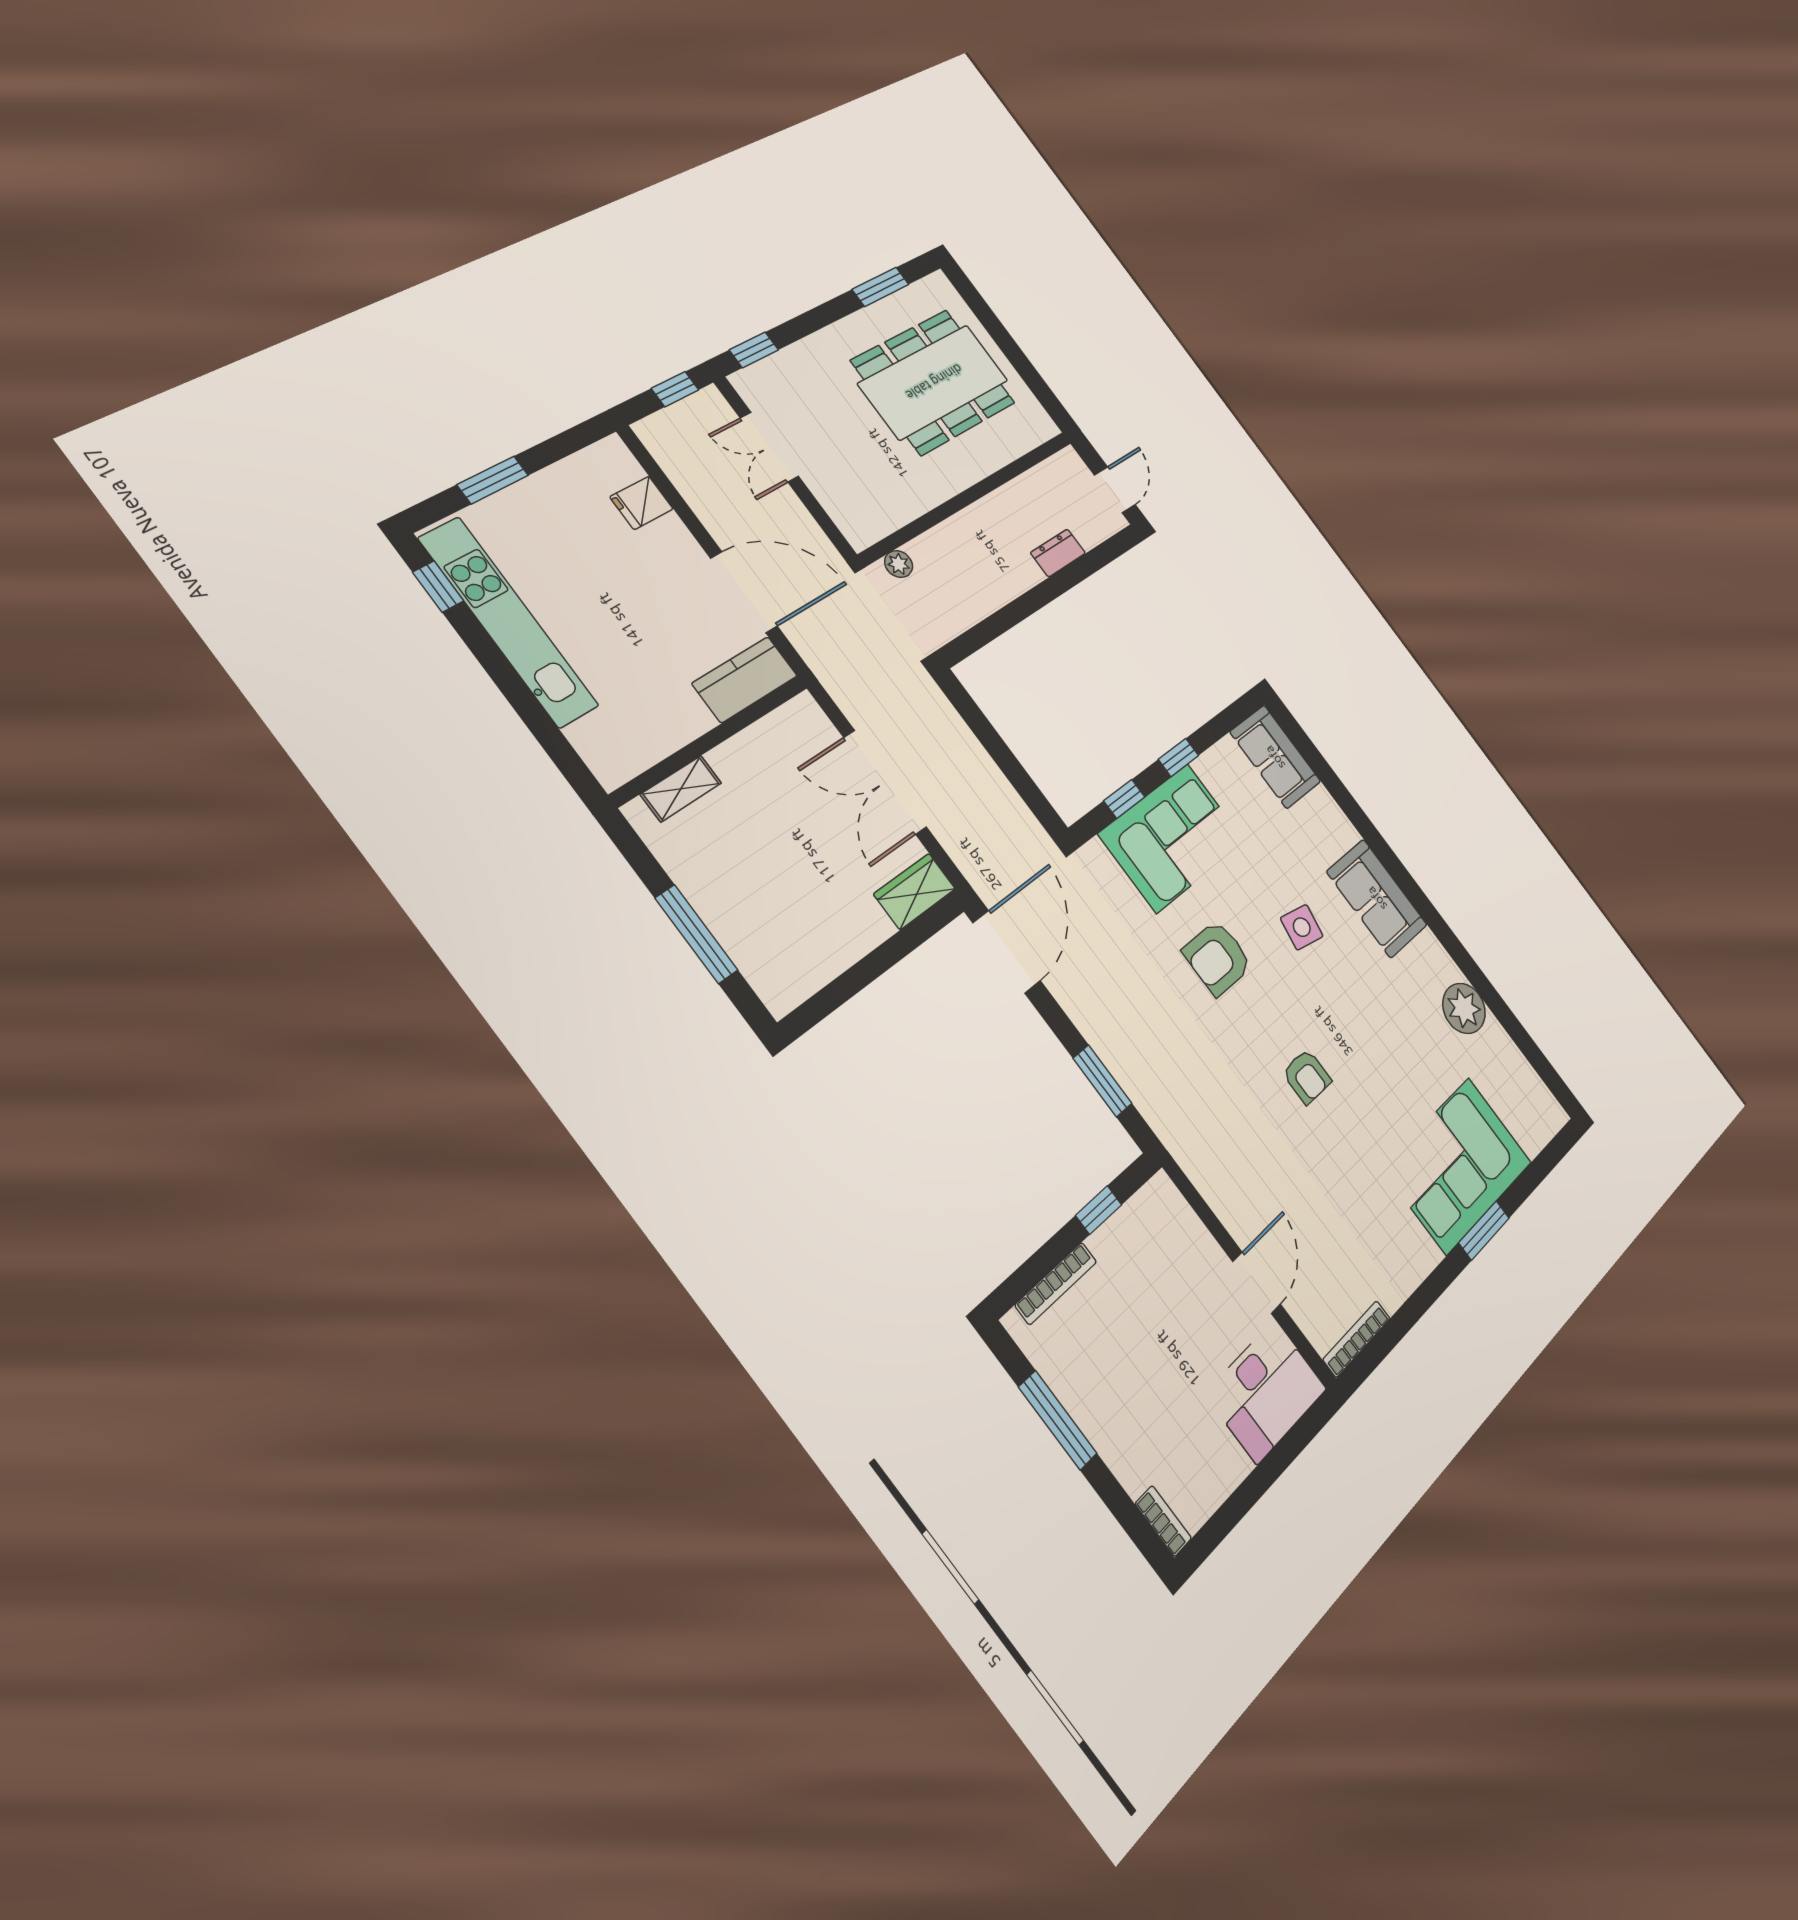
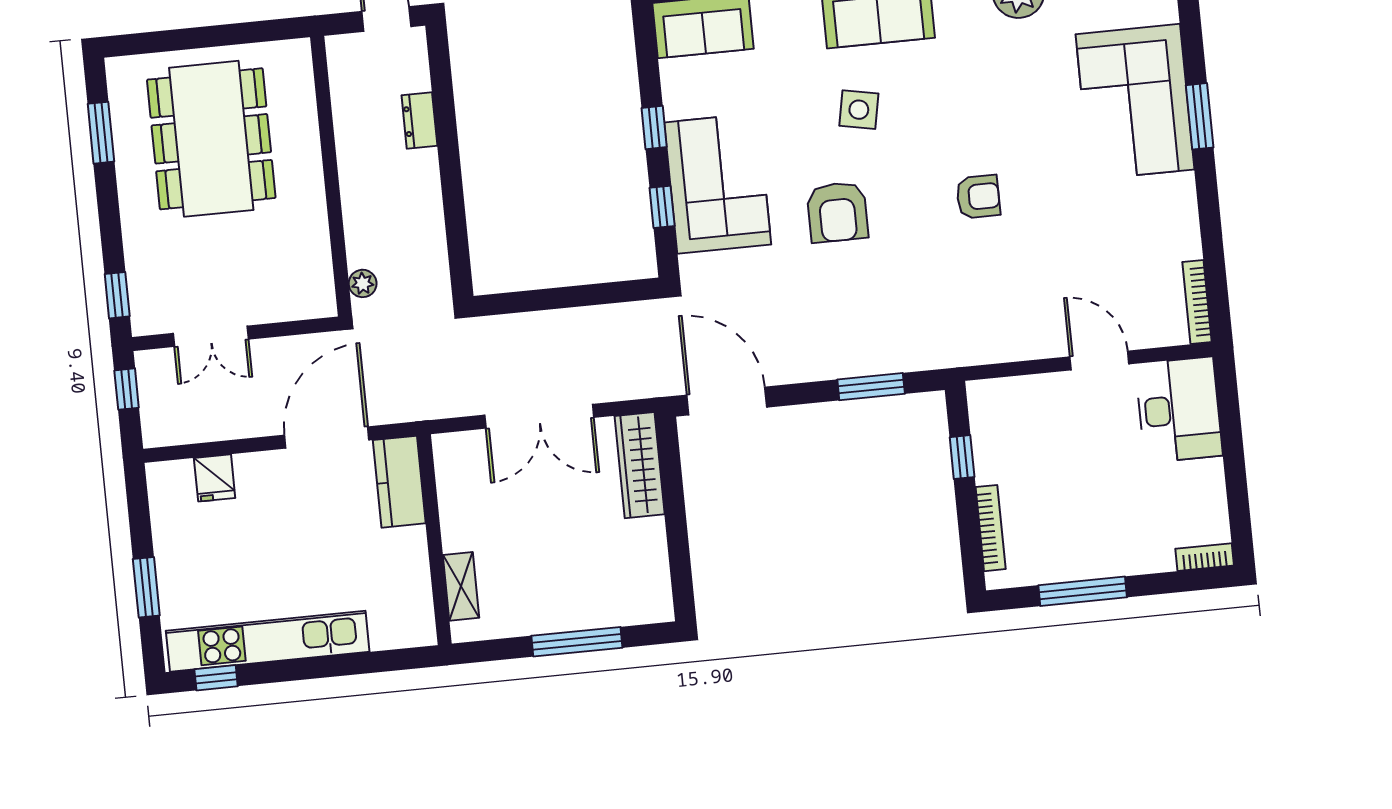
wardrobe: (915, 891) -> (640, 465), width x1.50

